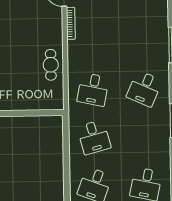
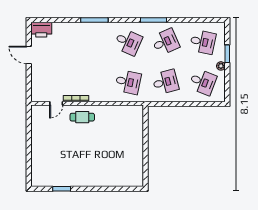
cafe table: (51, 65) -> (82, 117), moved
desk: (145, 136) -> (165, 42), added

